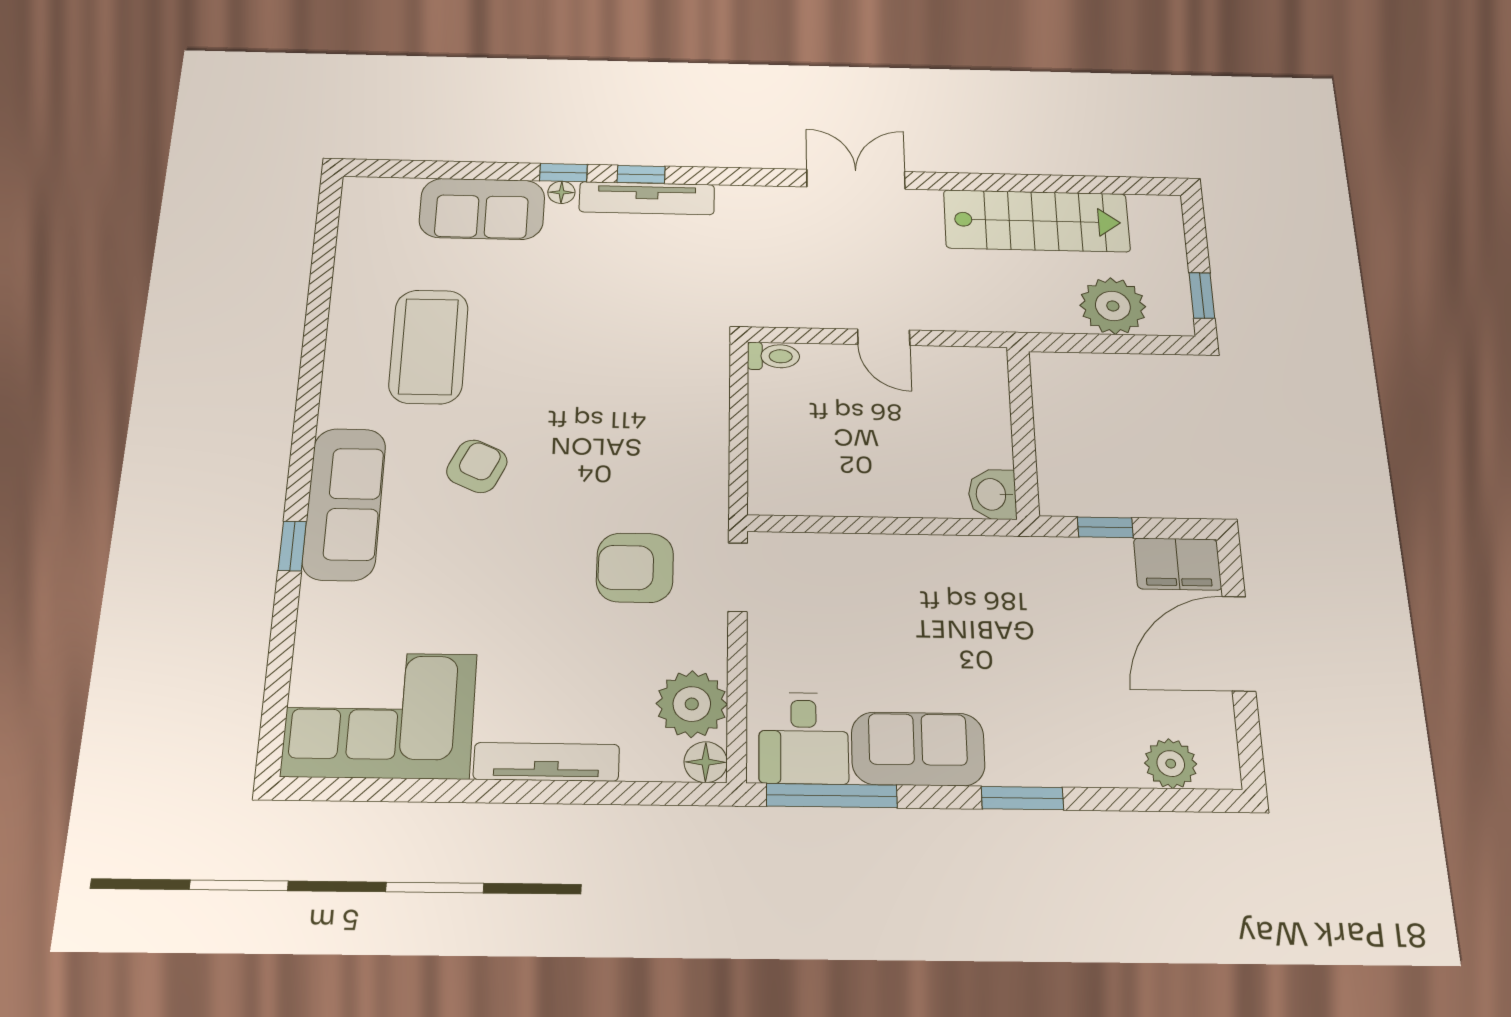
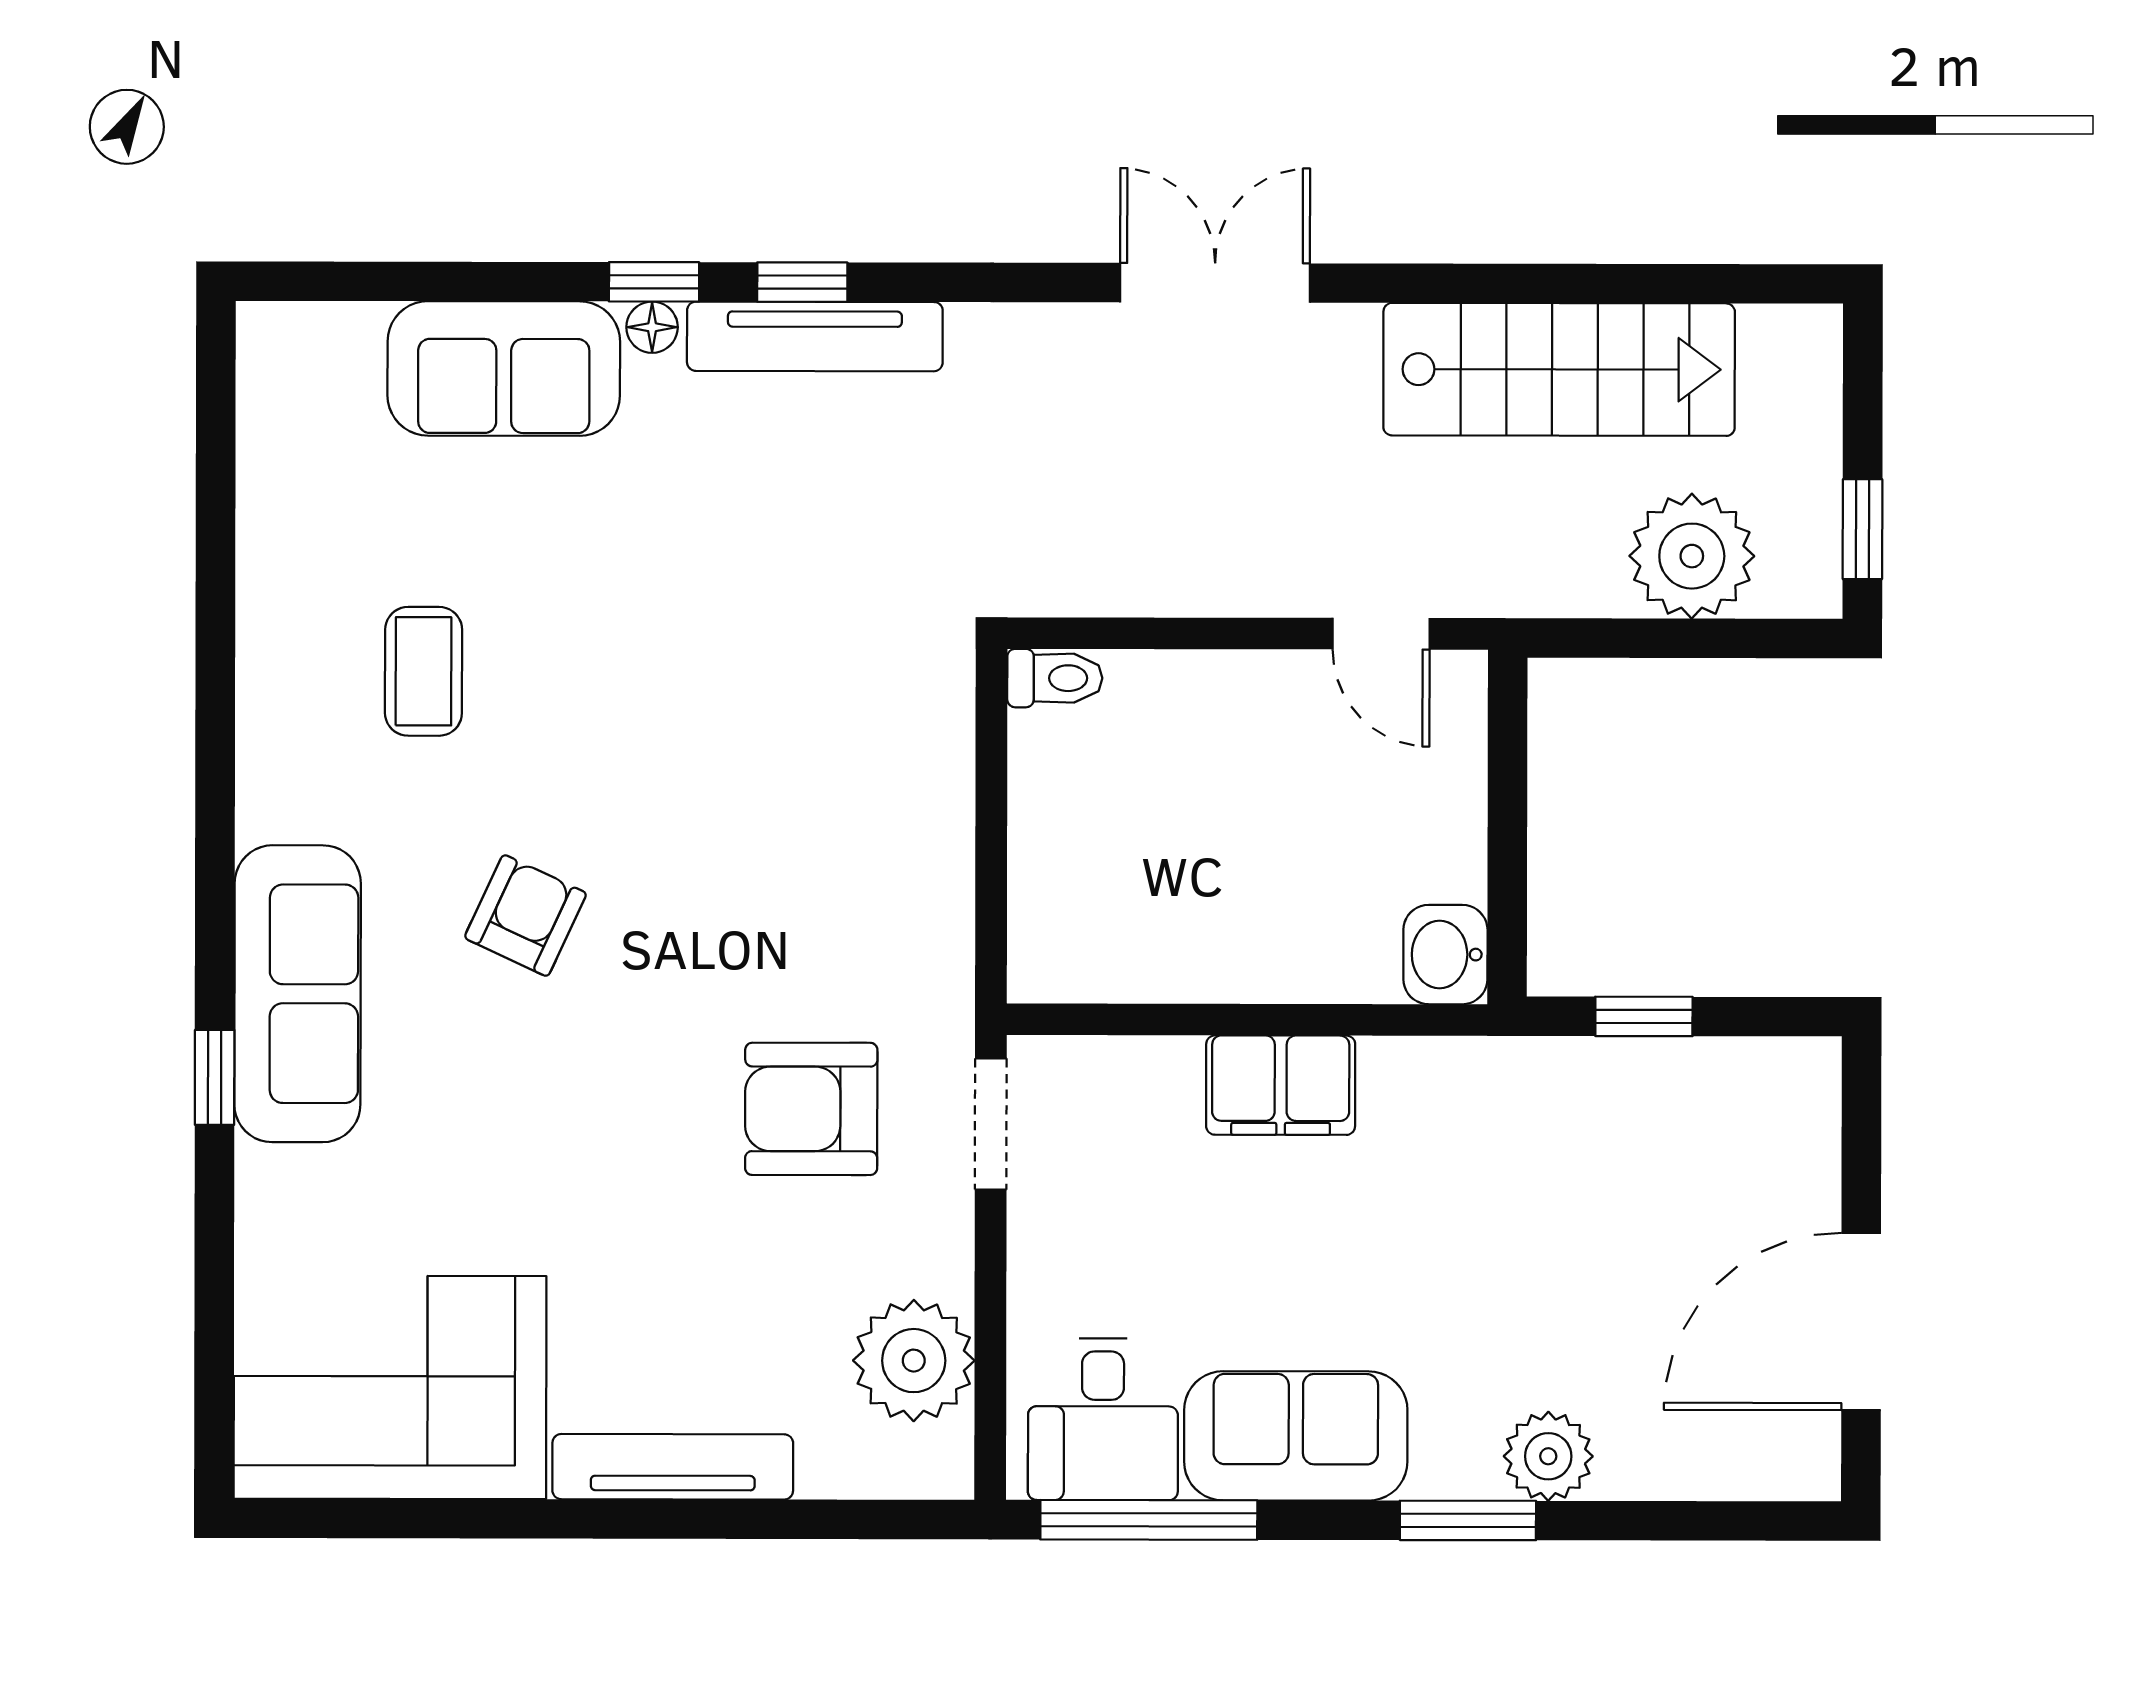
door: (884, 337) -> (1381, 634), moved
coffee table: (429, 346) -> (424, 671), width x0.54, depth x0.58
filing cabinet: (1178, 564) -> (1281, 1085), moved
door: (1239, 643) -> (1861, 1321), moved
floor lamp: (706, 762) -> (938, 1464), removed
plant: (1171, 764) -> (1548, 1456), moved

